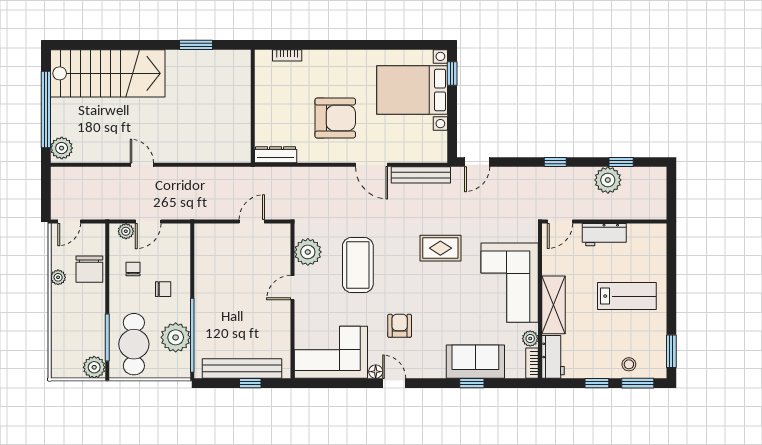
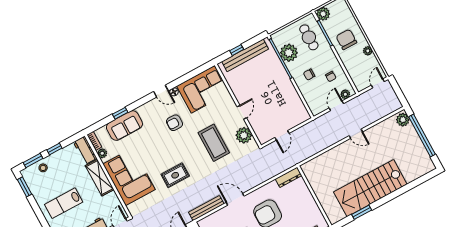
stairs: (108, 73) -> (370, 188), moved
chair: (89, 269) -> (346, 39), moved
armchair: (400, 326) -> (174, 123), turned 90
cafe table: (134, 344) -> (309, 37), width x0.73, depth x0.74

